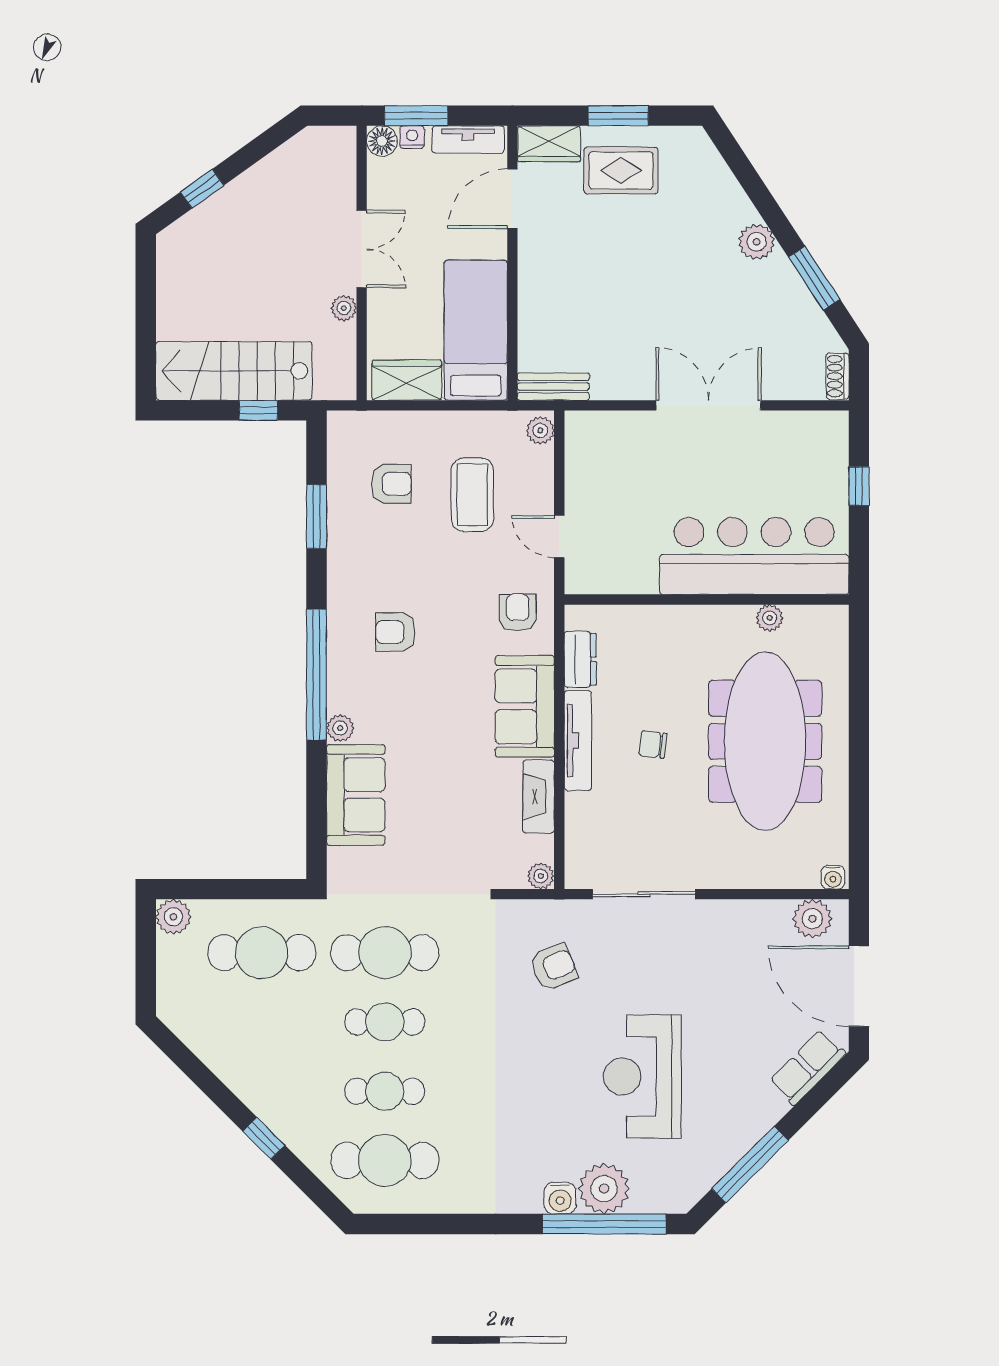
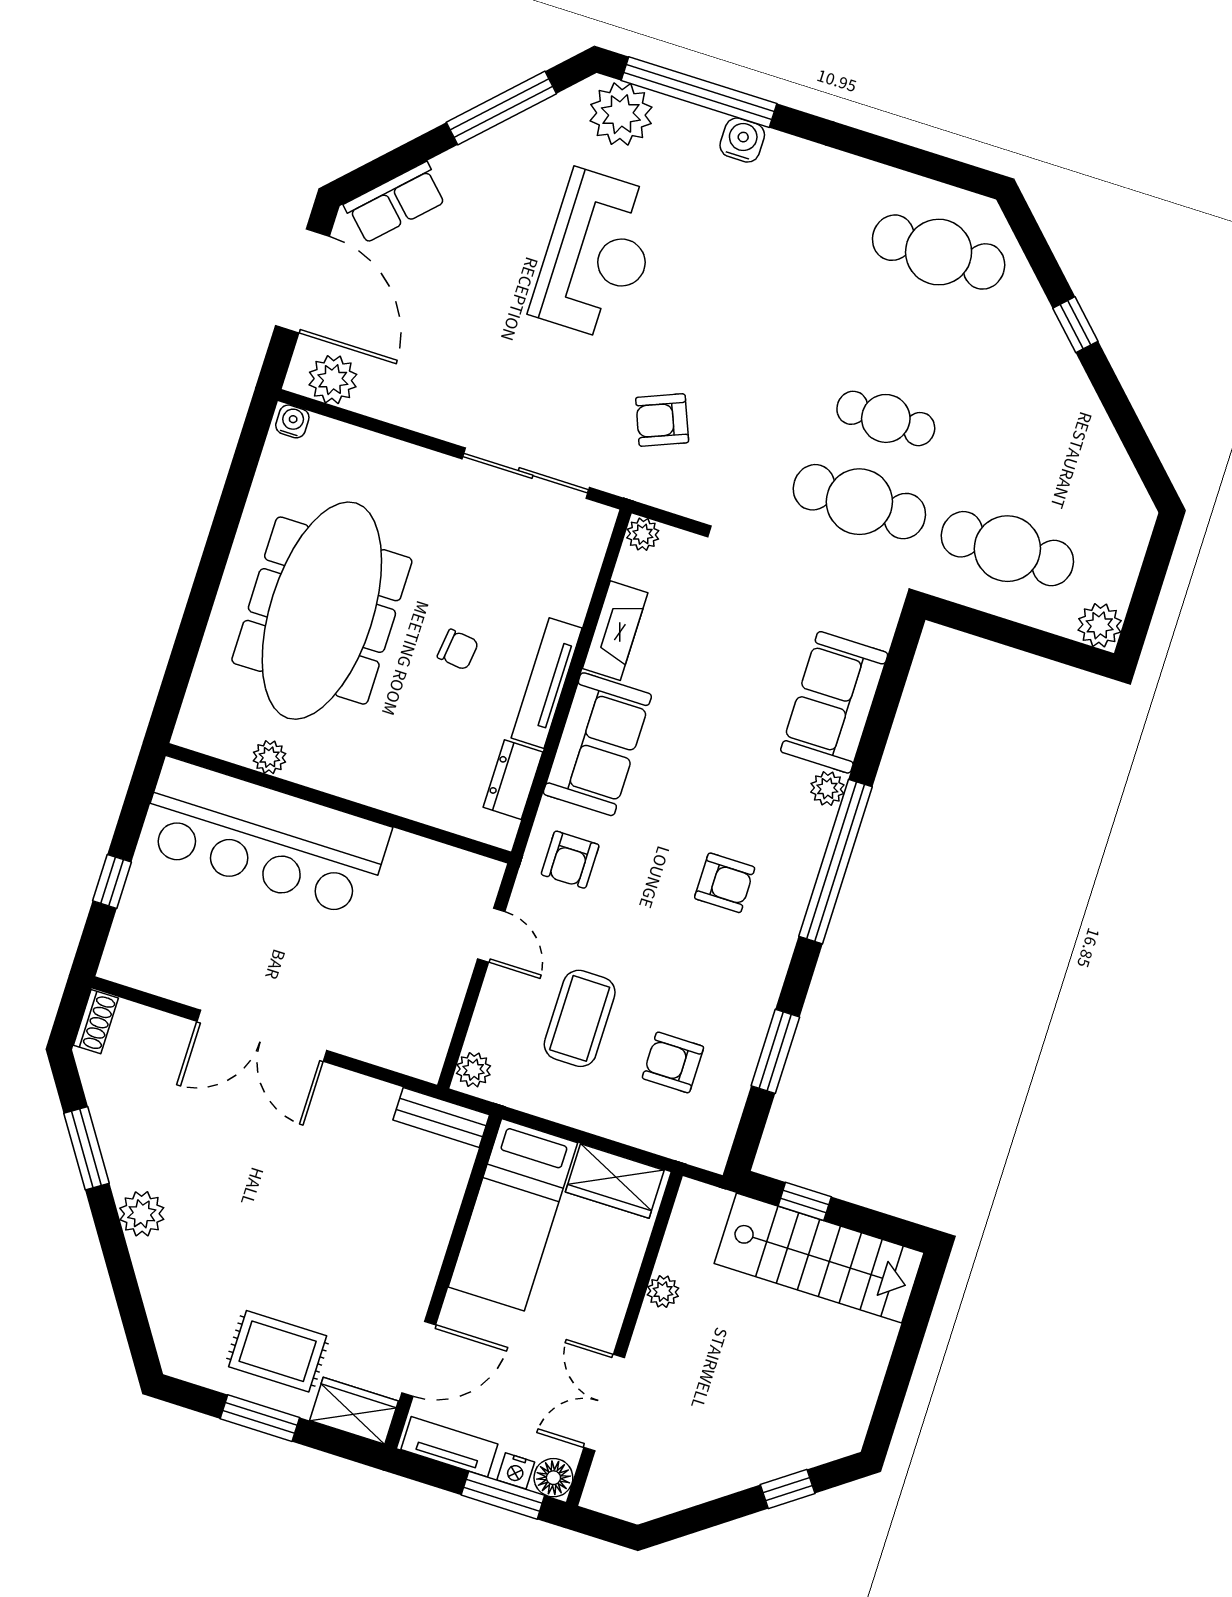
double door: (362, 249) -> (604, 1403), moved
cafe table: (385, 1091) -> (912, 335), removed
plant: (604, 1189) -> (621, 114), moved

